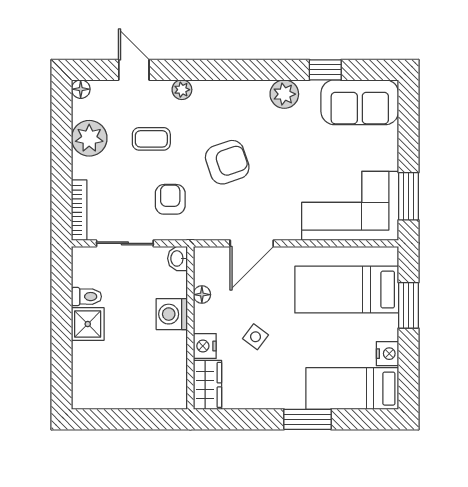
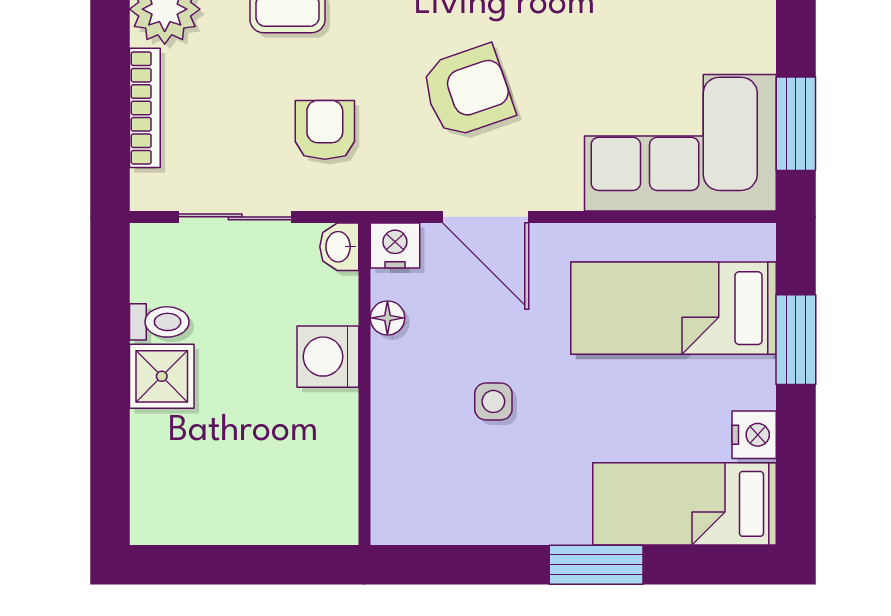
armchair: (227, 162) -> (468, 91), moved
bookcase: (79, 210) -> (145, 108), moved
door: (252, 243) -> (486, 217), hinge flipped
side table: (256, 337) -> (493, 401), turned -37
nightstand: (205, 346) -> (395, 245), moved, turned 90
wardrobe: (207, 385) -> (398, 497), removed

